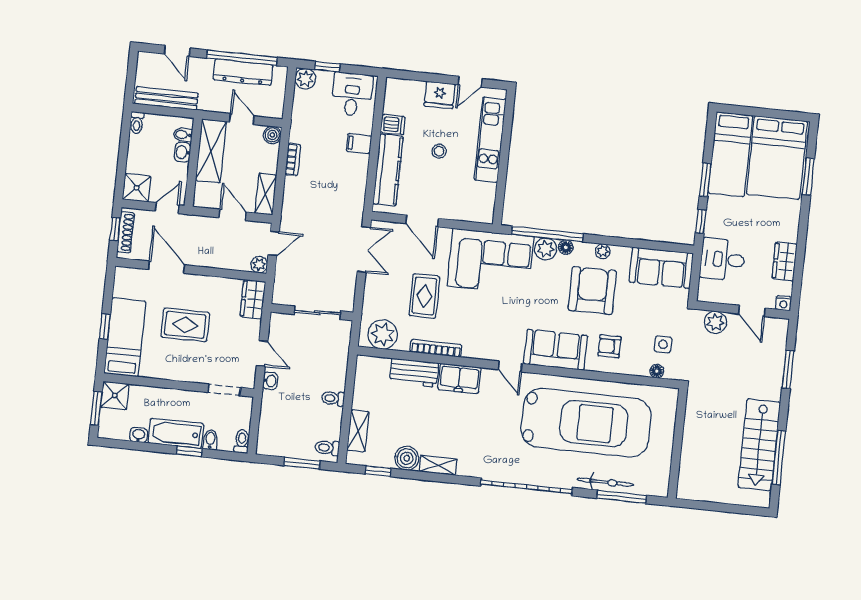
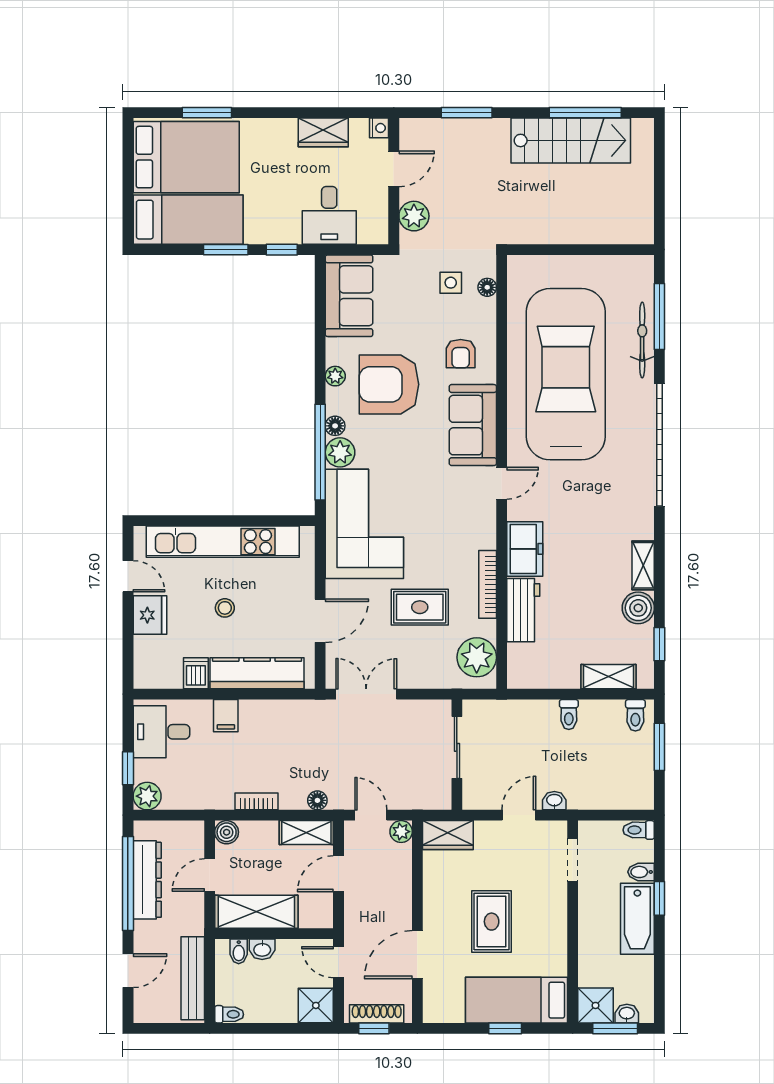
kitchen unit: (490, 140) -> (223, 542), width x1.36
floor lamp: (289, 205) -> (317, 800), added
washbasin: (139, 435) -> (627, 1014), moved, turned 90

